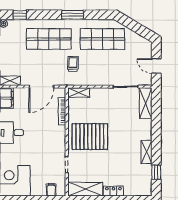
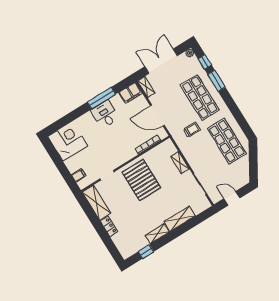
window: (73, 15) -> (216, 81), moved
door: (156, 66) -> (232, 198), hinge flipped
shelving: (79, 93) -> (180, 163), moved
shelving: (146, 103) -> (180, 219), moved

